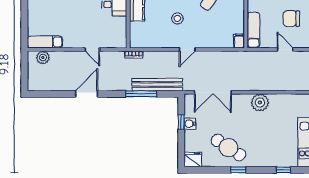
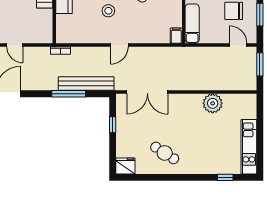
door: (285, 50) -> (238, 45), moved
plant: (260, 102) -> (213, 103), moved
water cooler: (190, 124) -> (122, 127), removed
cafe table: (228, 148) -> (165, 153), width x0.73, depth x0.74
window: (238, 170) -> (176, 177), removed

